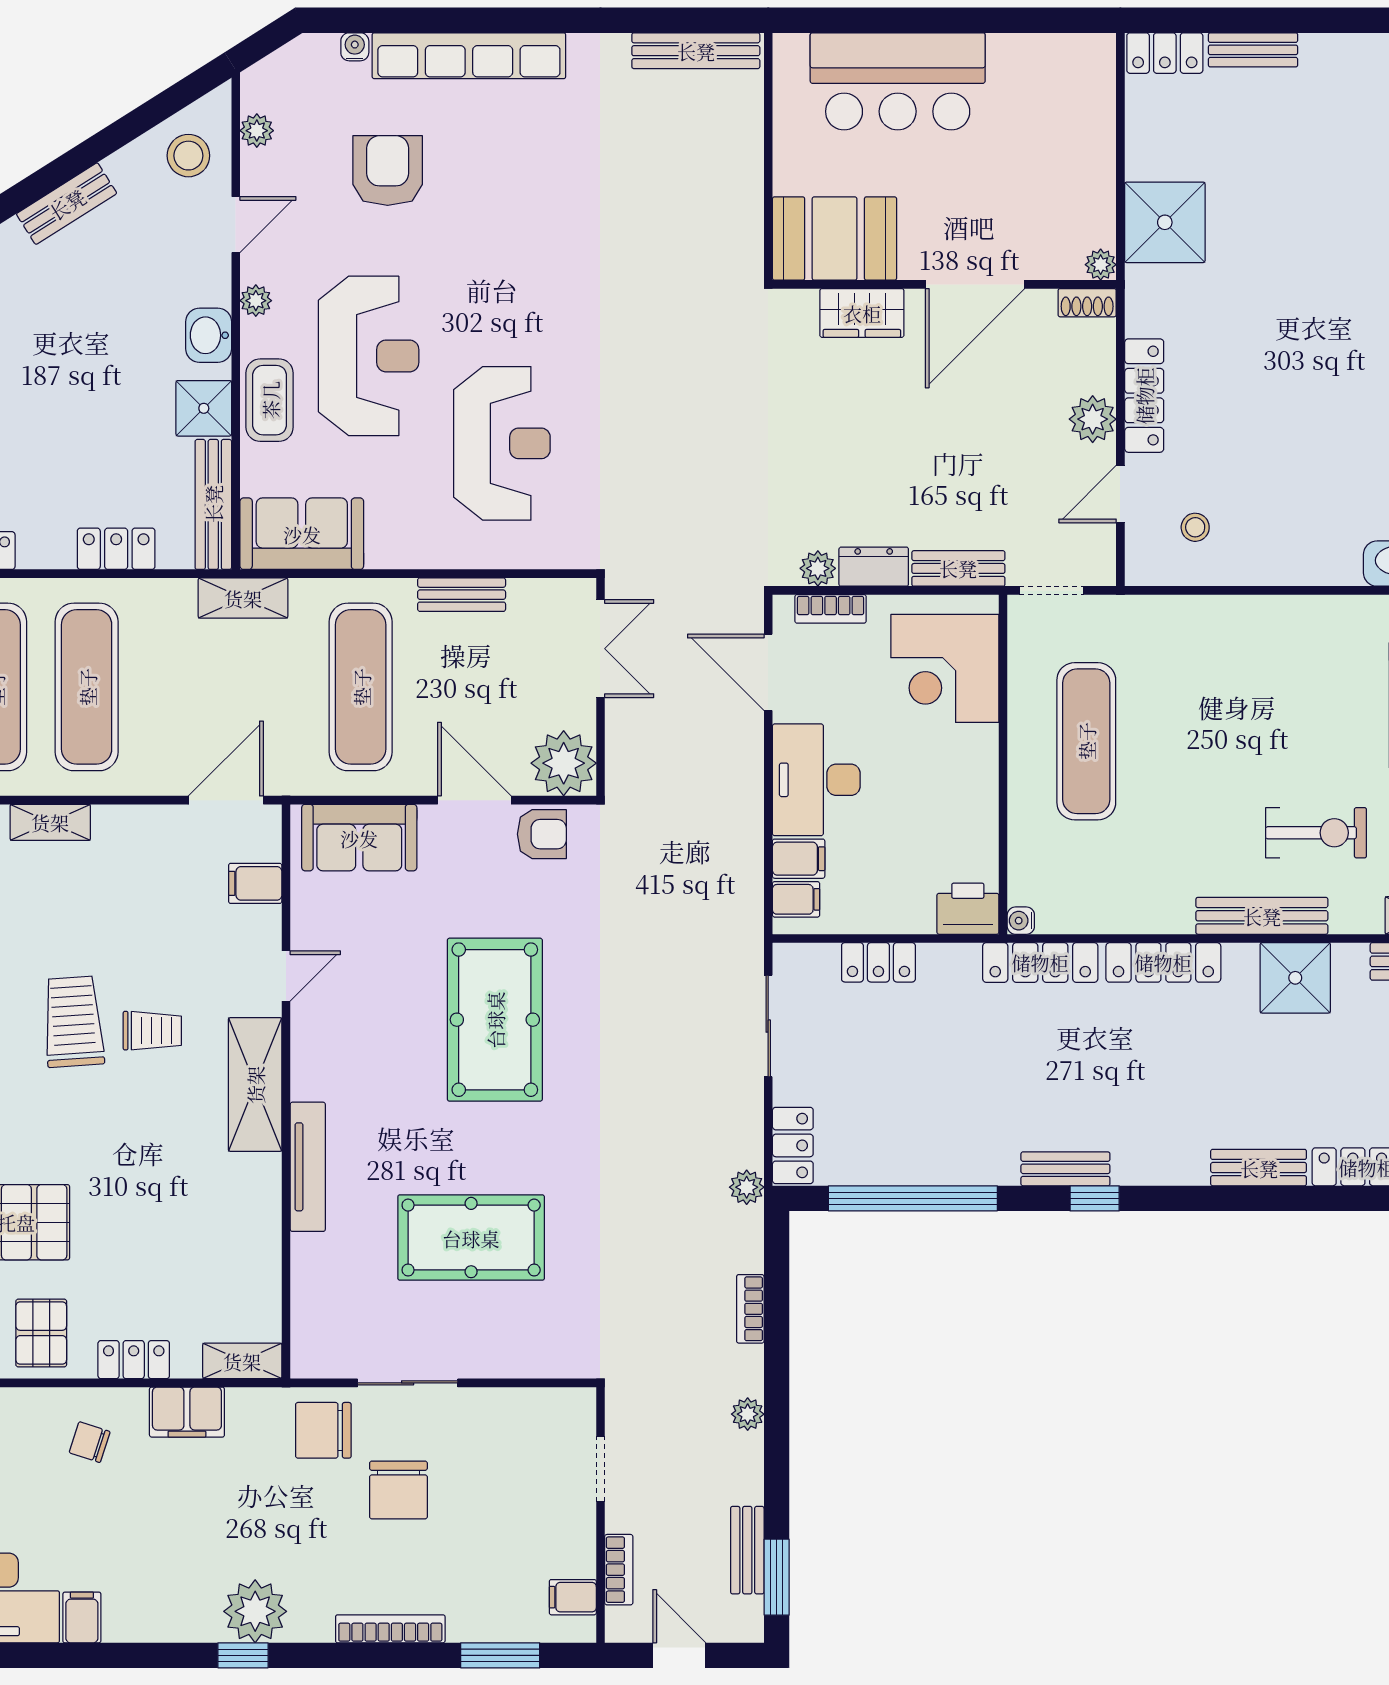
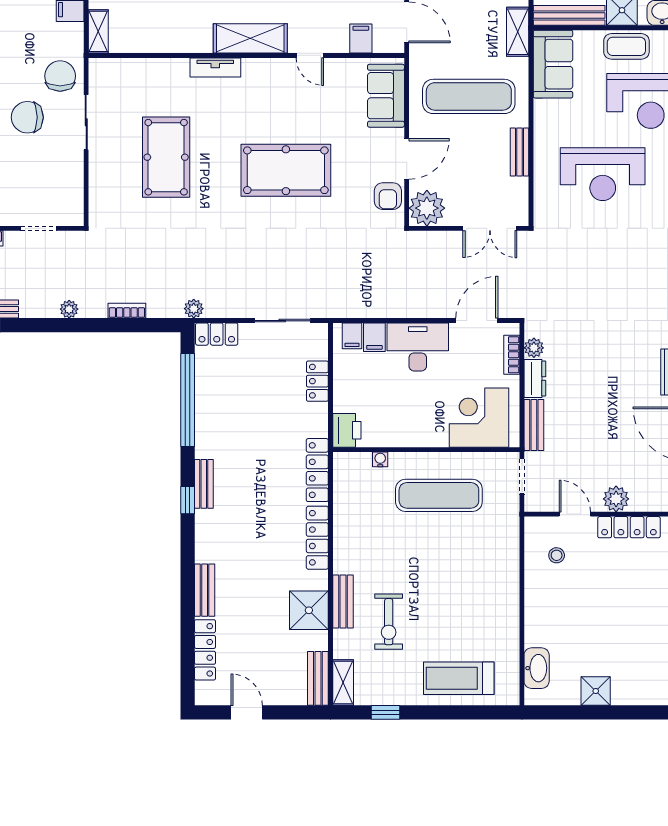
bench: (1262, 916) -> (343, 602), width x0.73
water cooler: (1021, 921) -> (380, 459), moved
tv unit: (308, 1167) -> (215, 67), width x0.71

